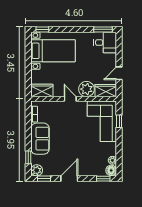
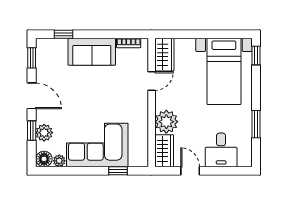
window: (103, 29) -> (256, 124), moved
desk: (105, 43) -> (221, 150), moved
door: (70, 99) -> (152, 81), moved
corner sofa: (102, 121) -> (97, 145), moved
plant: (37, 170) -> (44, 133), moved
window: (103, 179) -> (32, 131), moved

